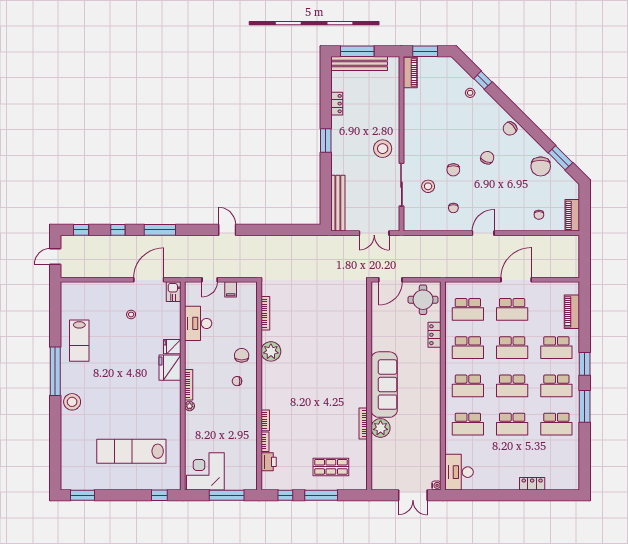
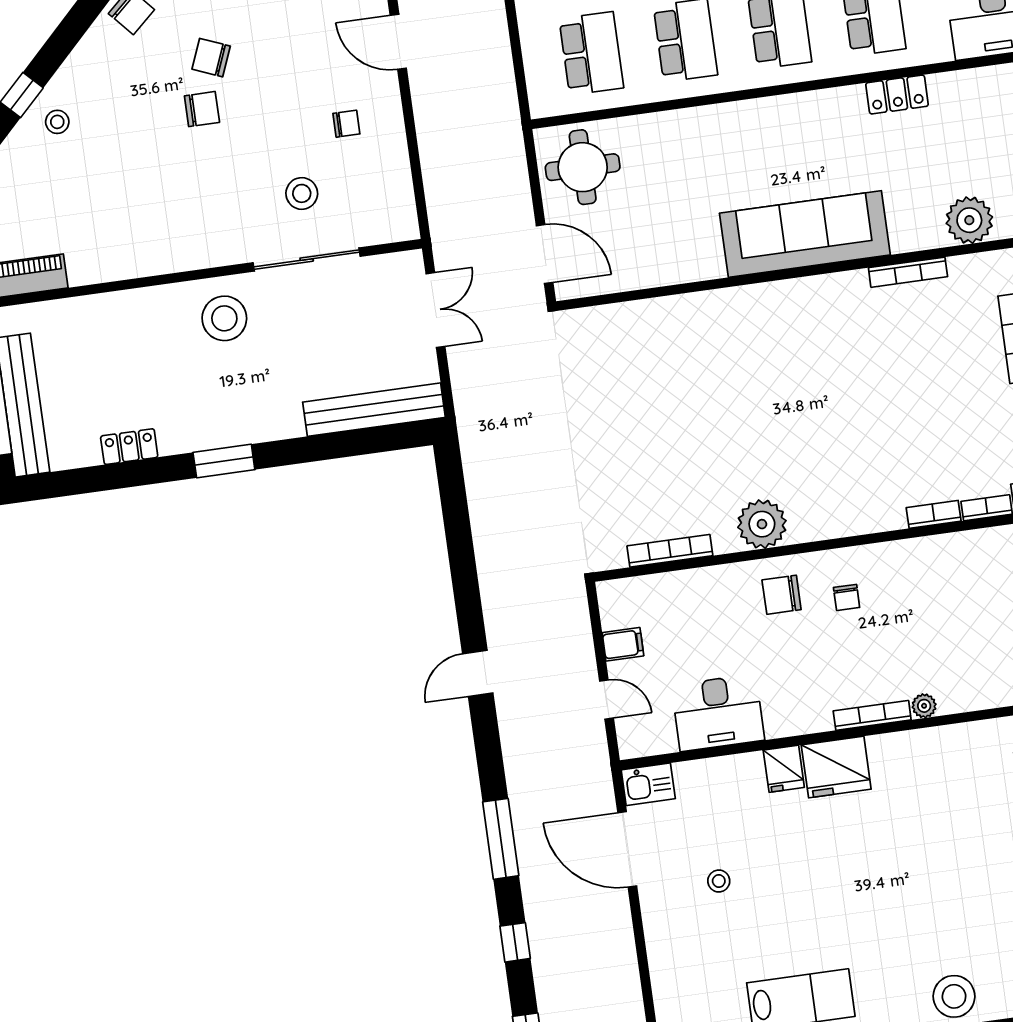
chair: (453, 170) -> (202, 109), moved
locker: (435, 335) -> (897, 95), moved
plant: (381, 428) -> (969, 220), moved

